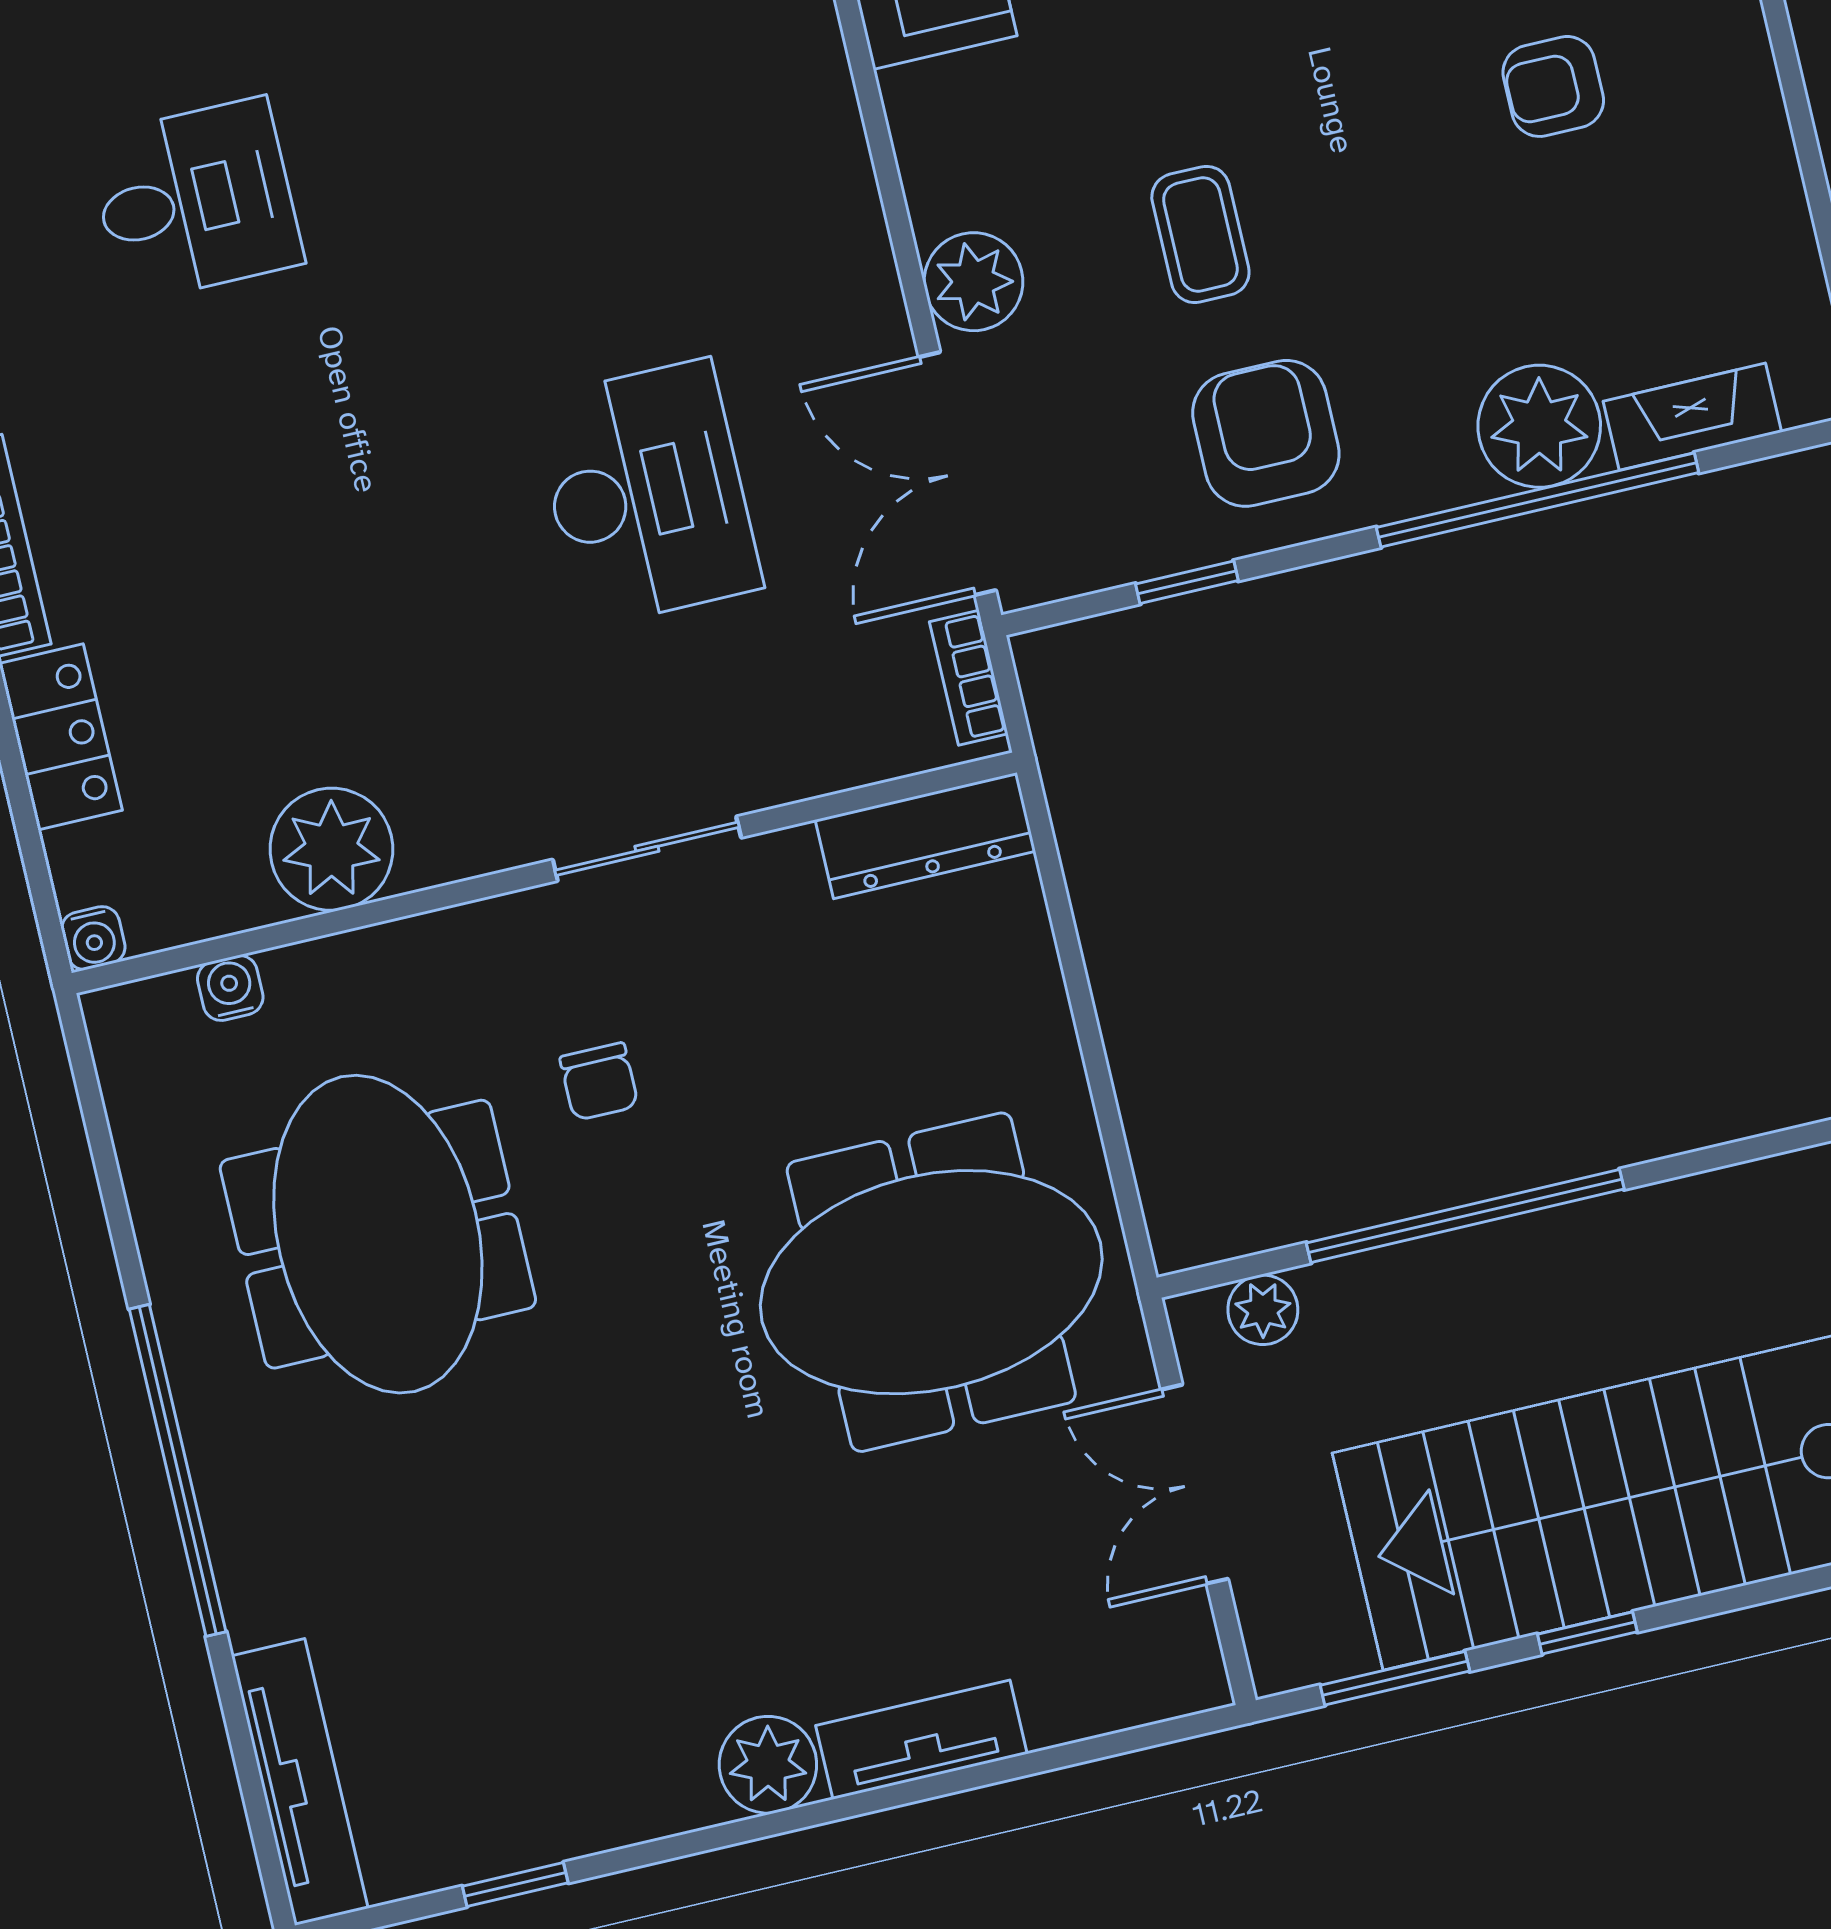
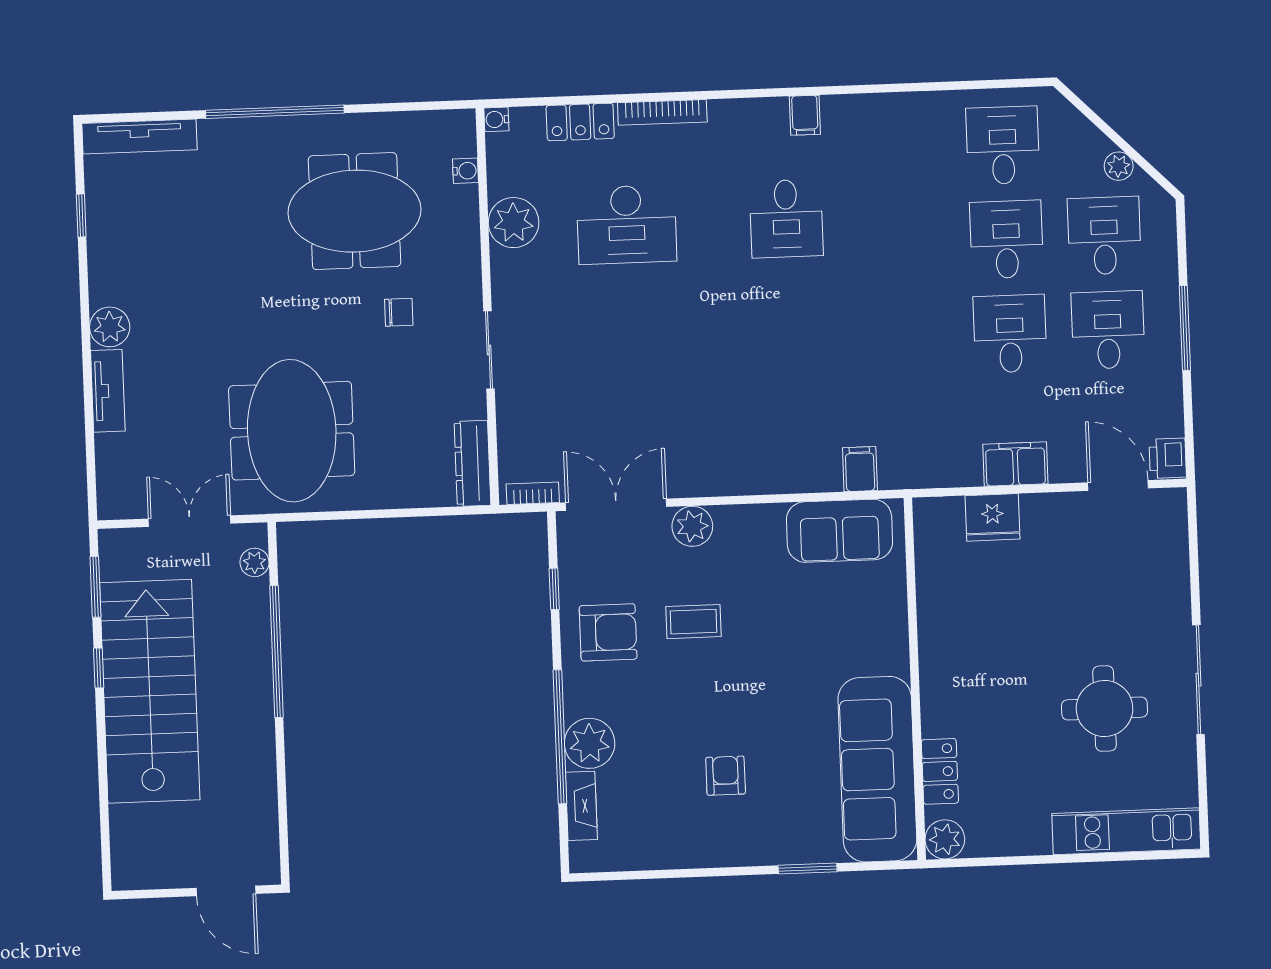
desk: (647, 493) -> (627, 225), moved
chair: (599, 1082) -> (399, 312), turned 180

